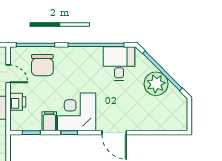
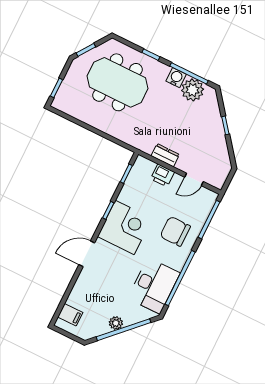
desk: (119, 64) -> (154, 286), width x1.37
chair: (42, 65) -> (175, 231), moved
plant: (156, 84) -> (116, 323), width x0.53, depth x0.53
filing cabinet: (49, 121) -> (70, 315), moved

